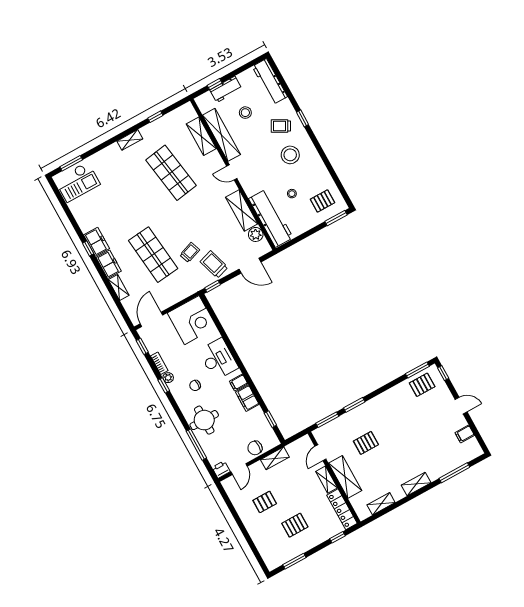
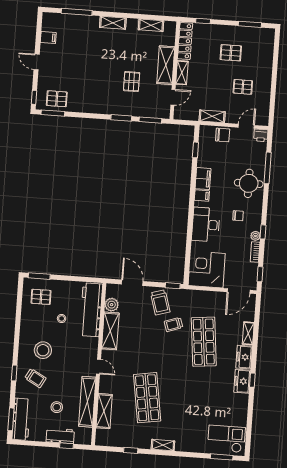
window: (279, 76) -> (11, 419), added
pallet: (366, 443) -> (132, 82), turned 90

